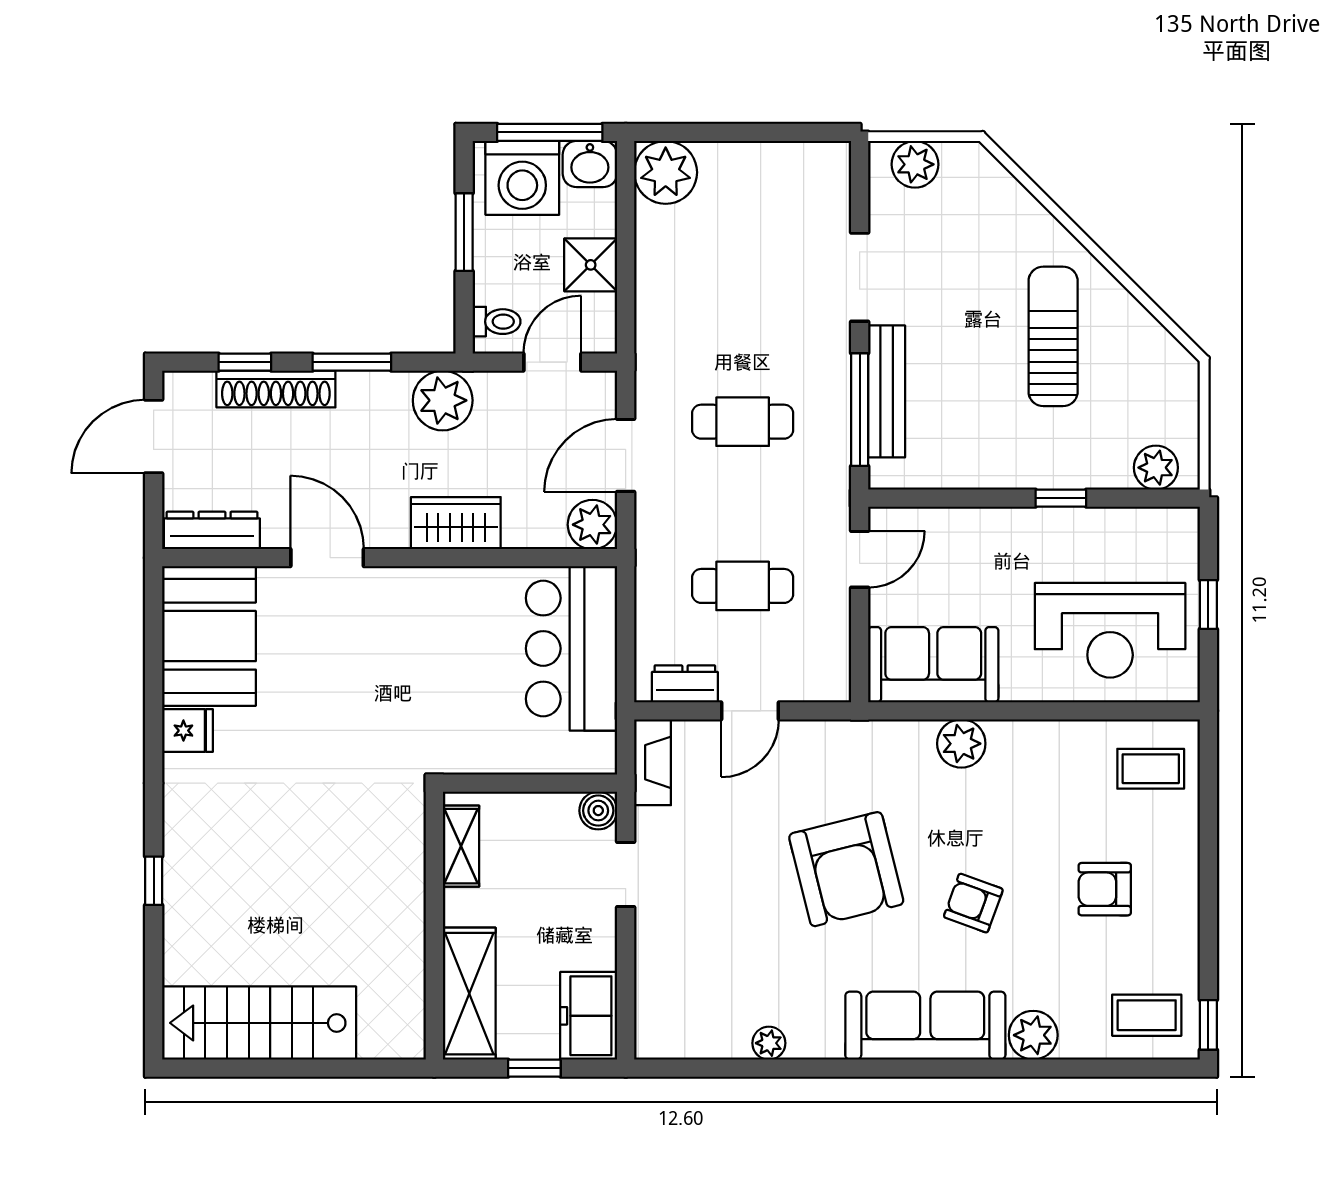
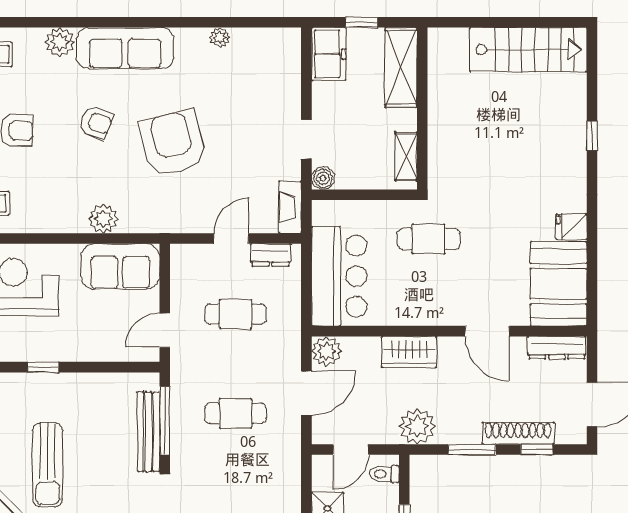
cafe table: (423, 710) -> (429, 239), added

